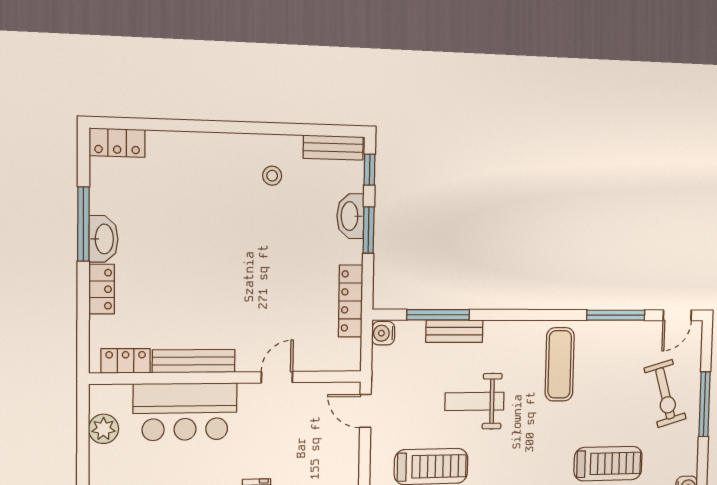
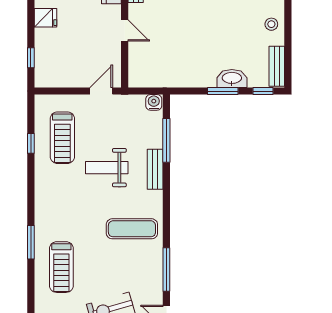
stool: (272, 176) -> (271, 24), moved
locker: (351, 301) -> (175, 80), removed
bench: (454, 331) -> (155, 169), moved
weight bench: (475, 401) -> (107, 168), turned -90

